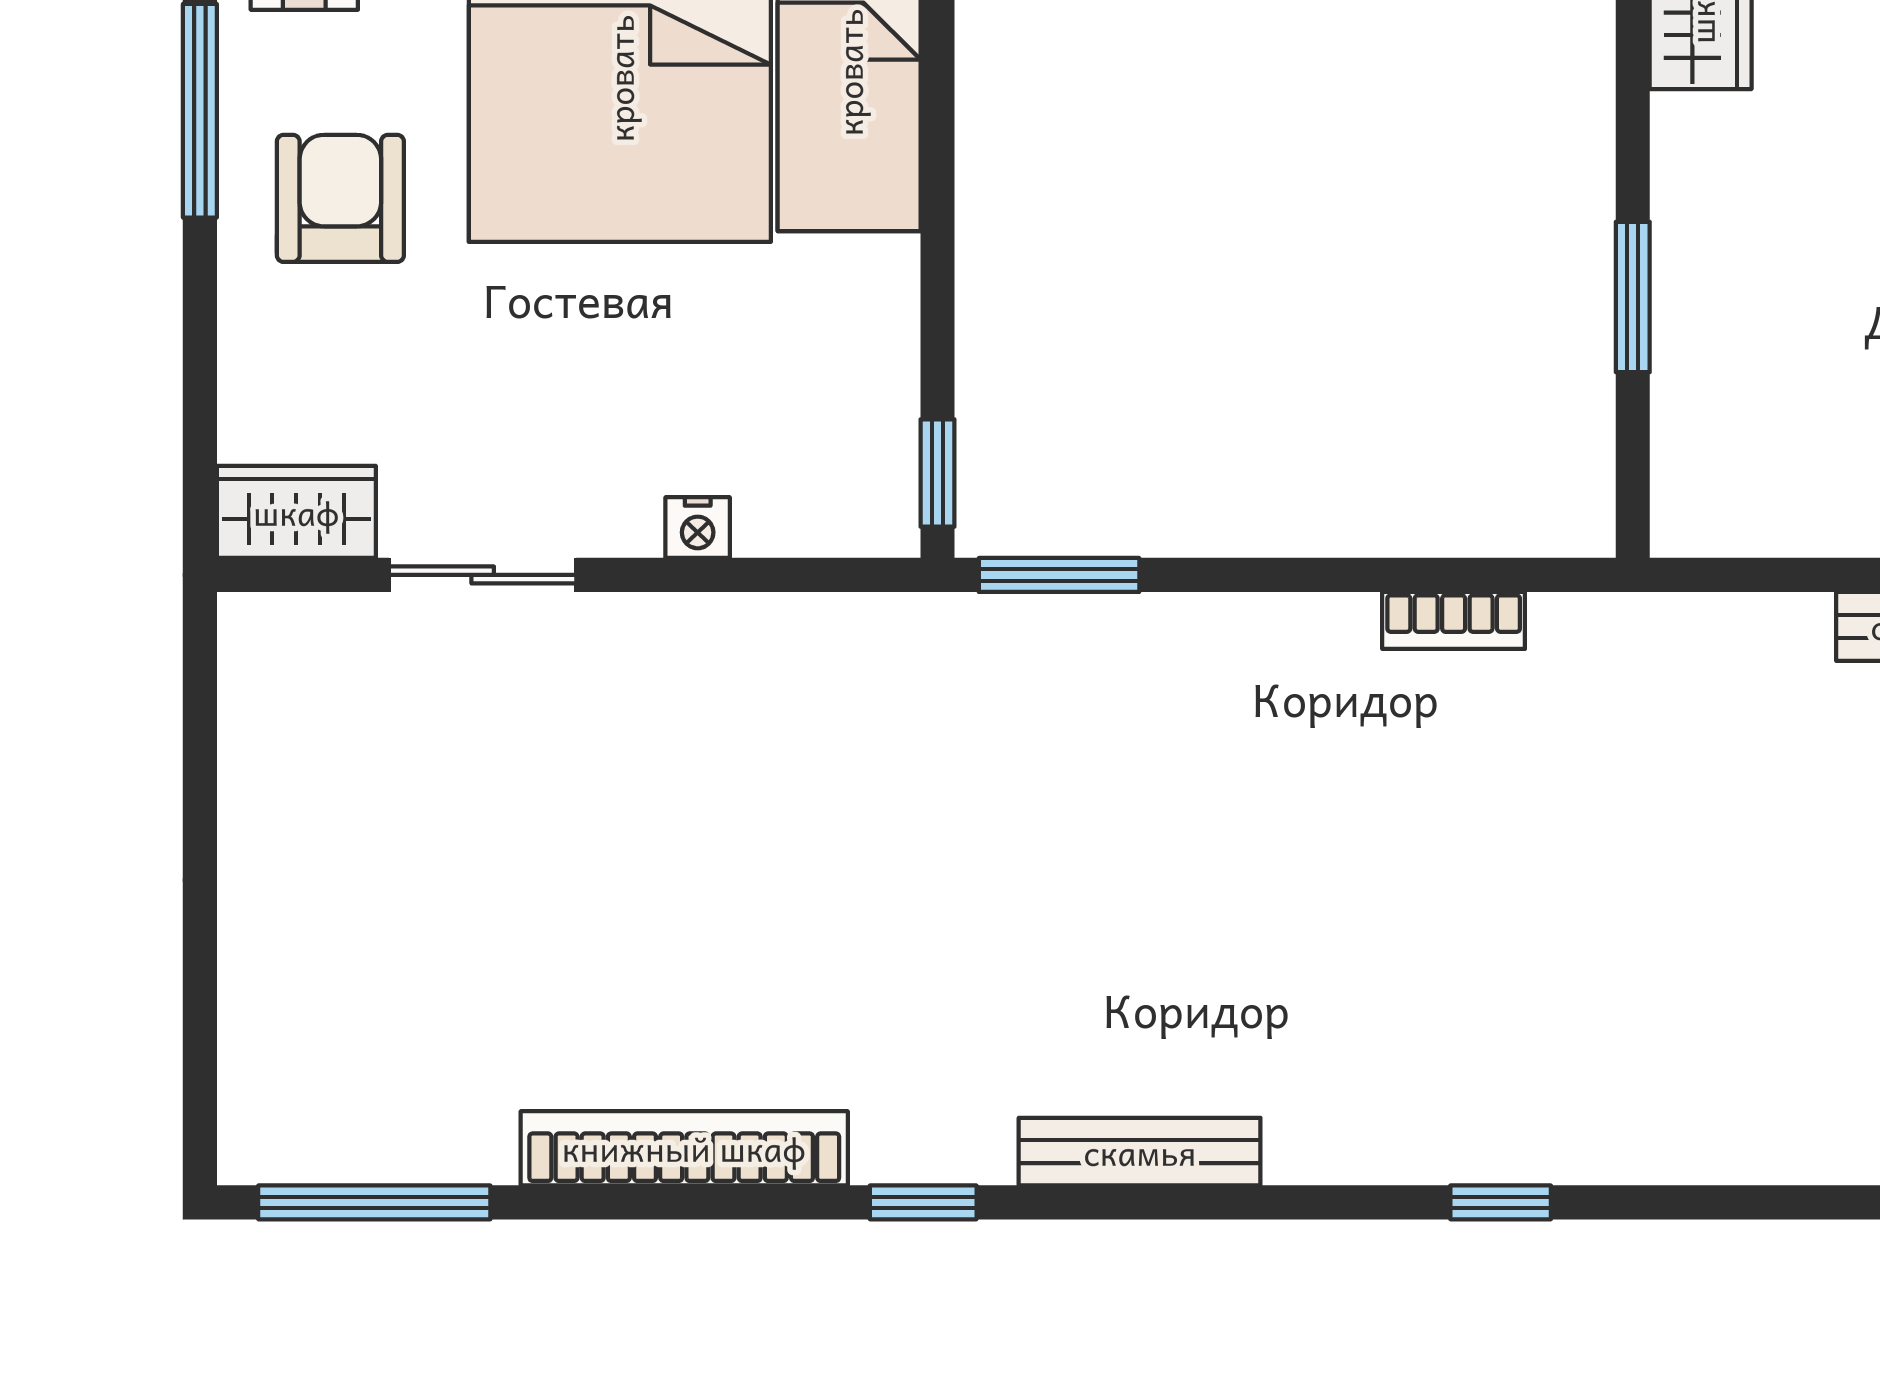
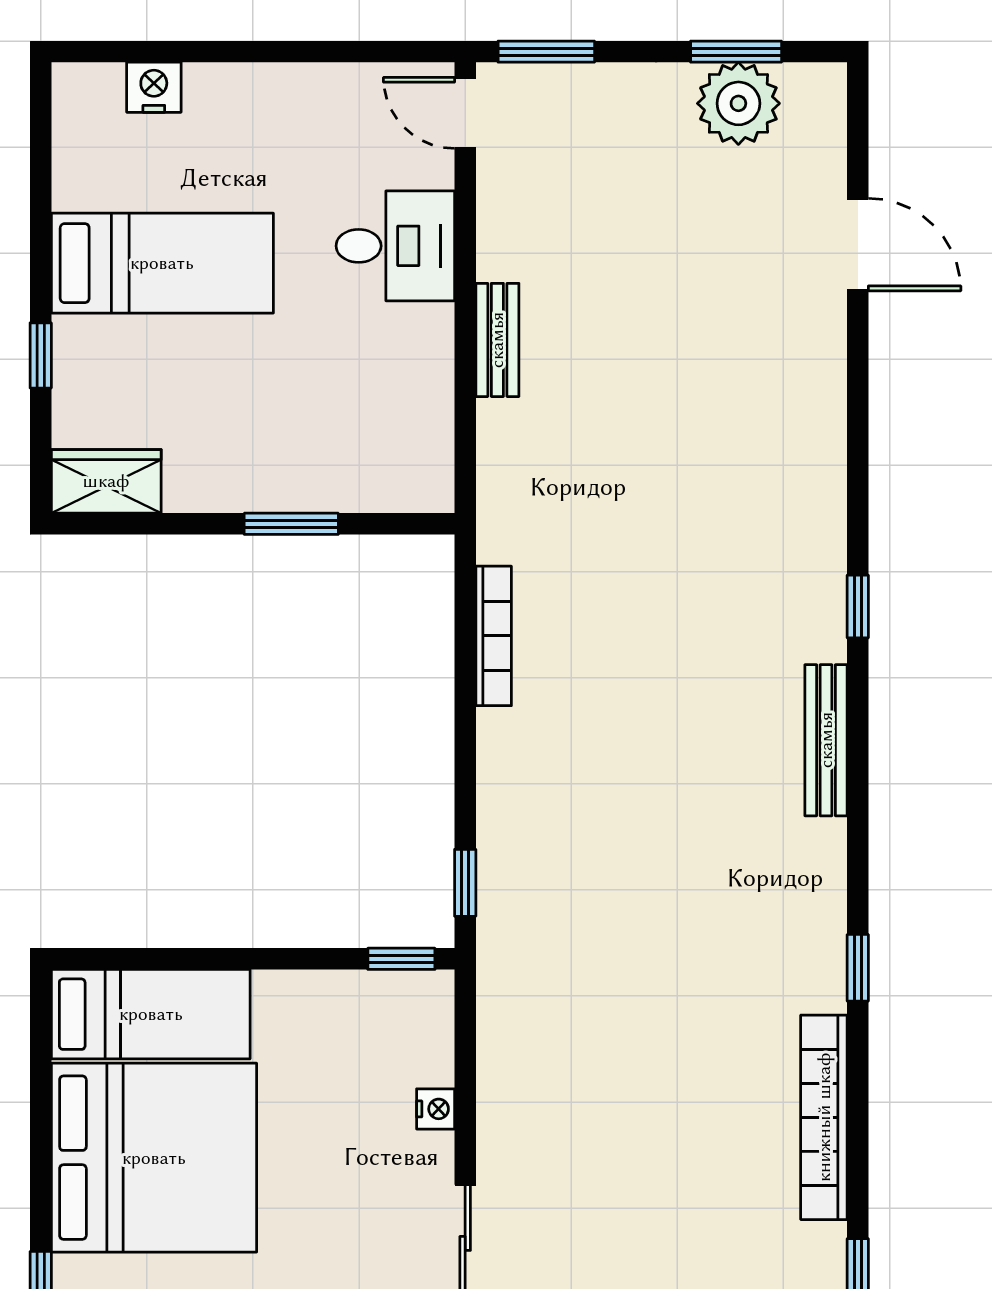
window: (1059, 575) -> (465, 883), width x0.67
bookcase: (1454, 620) -> (494, 636), width x1.56
bench: (1140, 1152) -> (826, 740), moved

